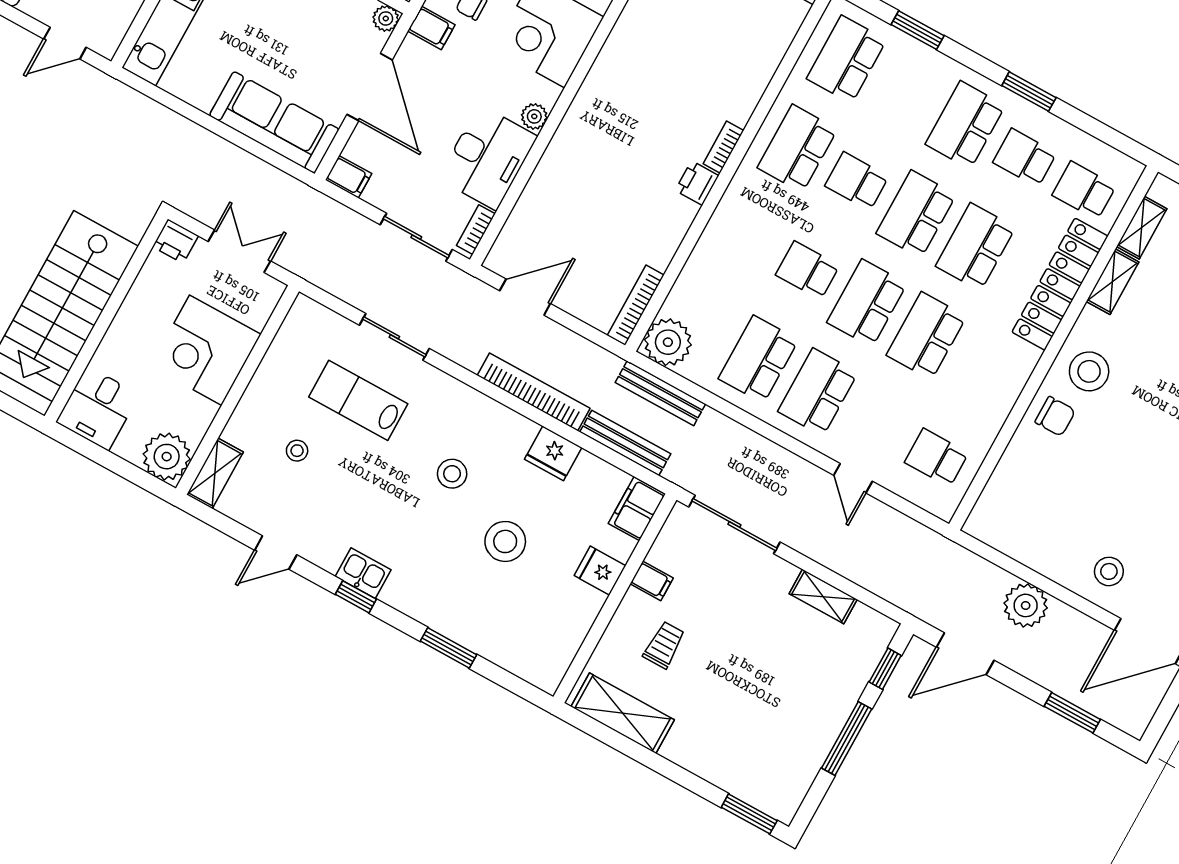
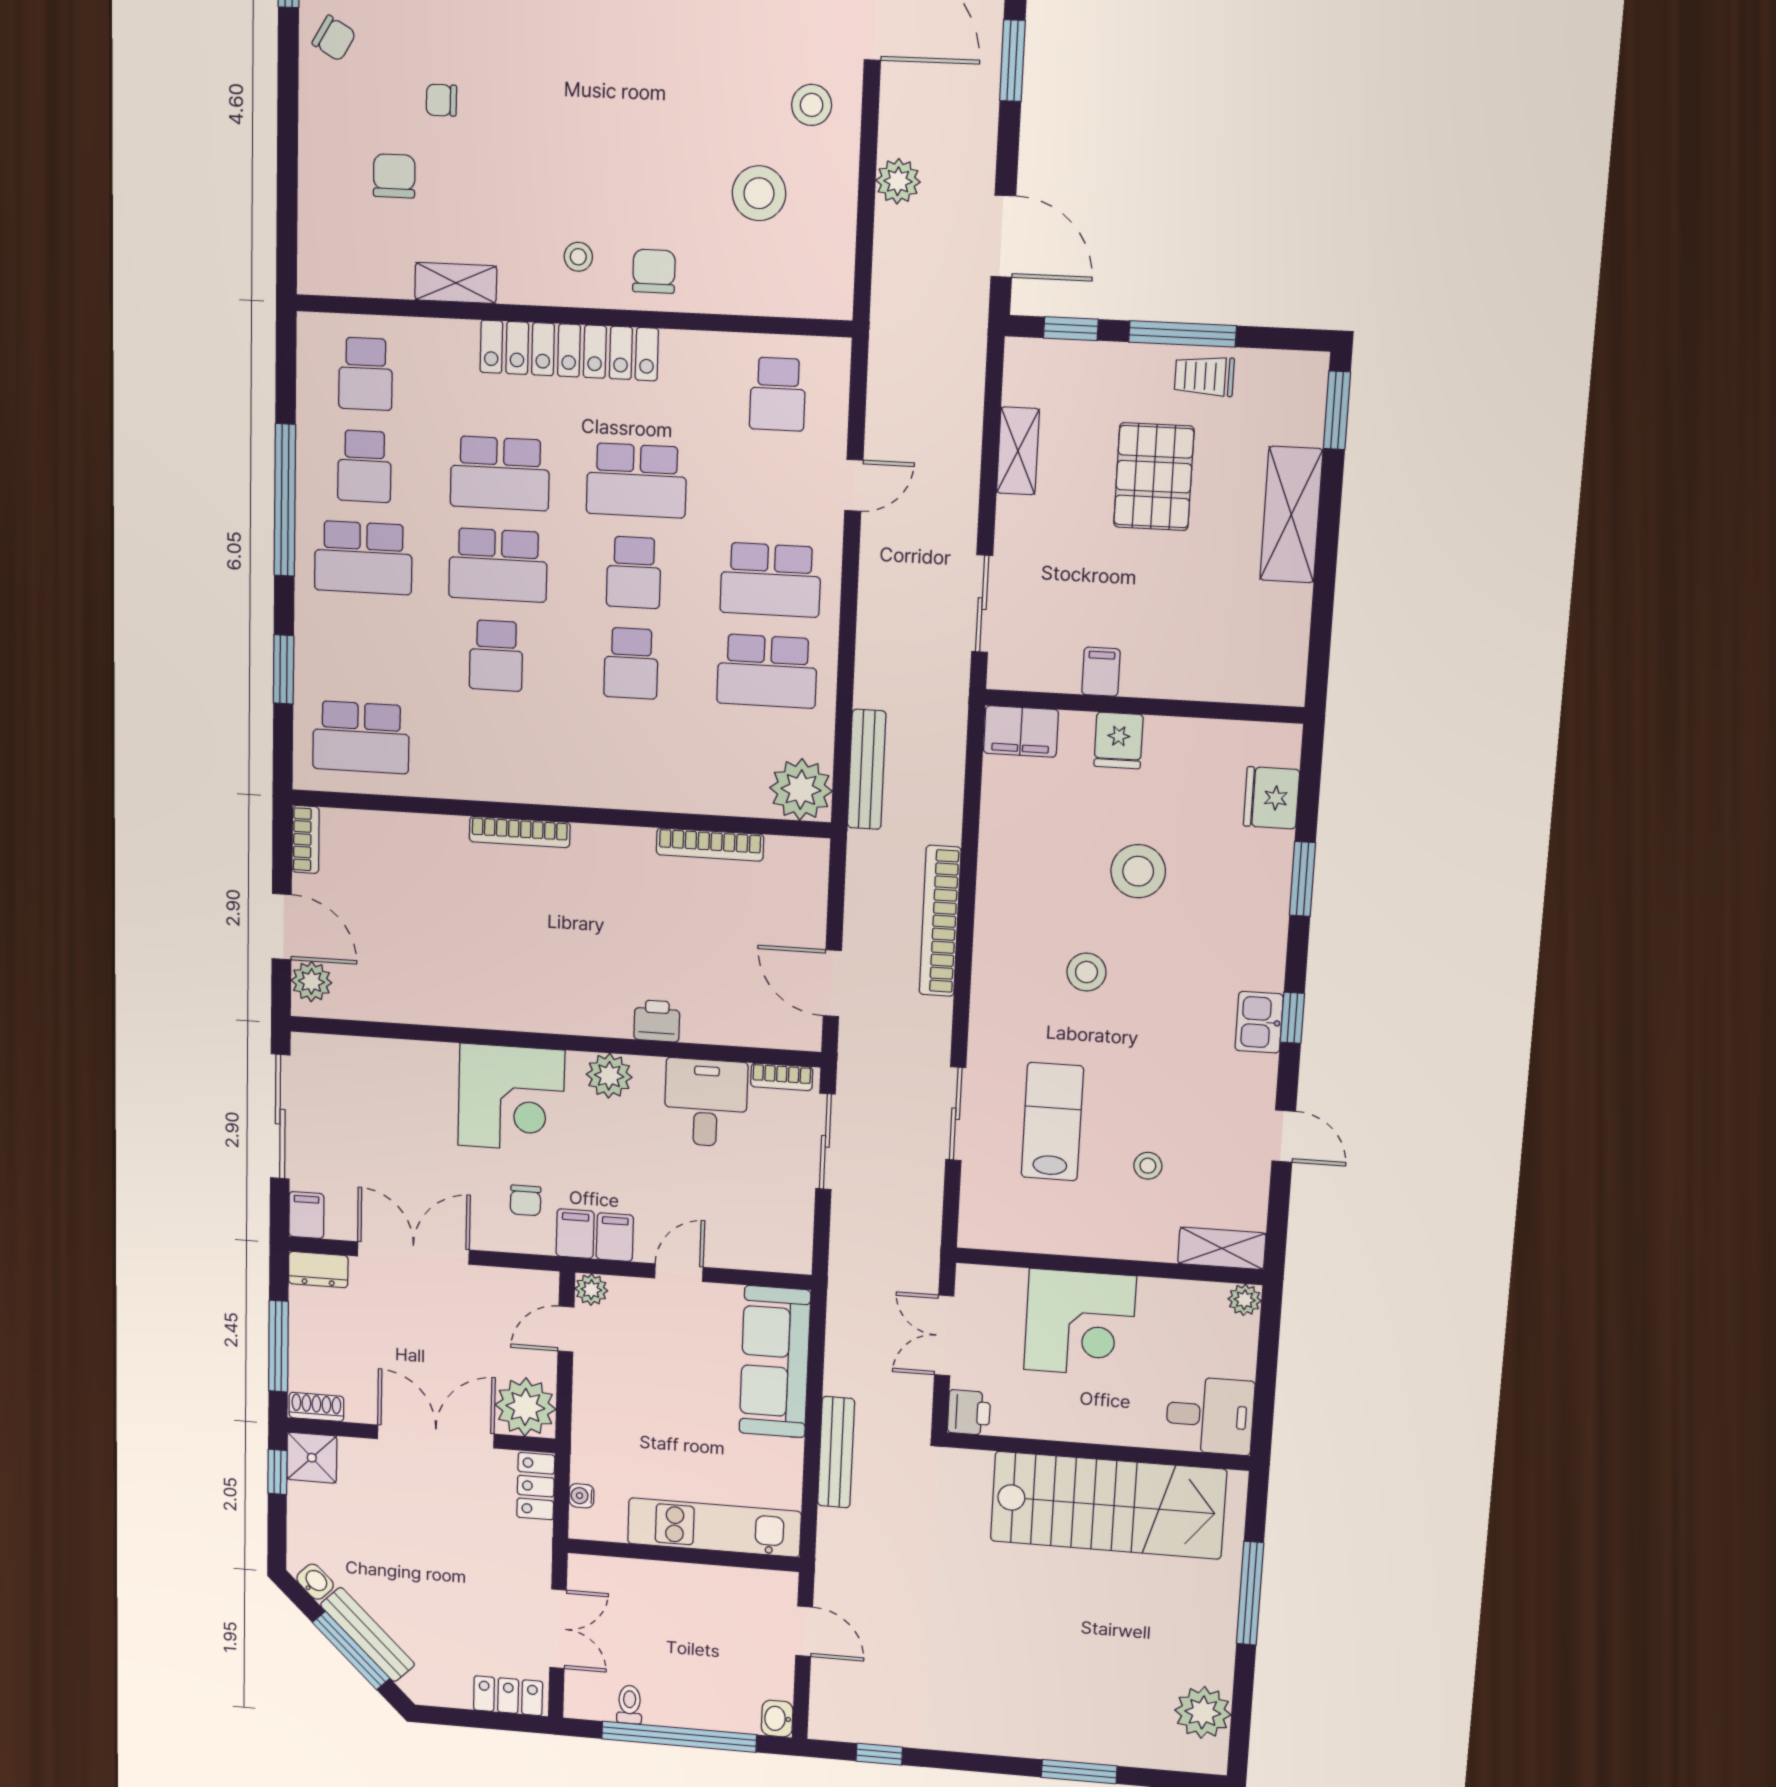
door: (370, 87) -> (679, 1273), width x0.53
window: (1029, 92) -> (285, 500), width x2.11
plant: (534, 116) -> (609, 1076), width x1.38, depth x1.38
bookcase: (723, 147) -> (520, 832), width x1.56
school desk: (797, 148) -> (494, 745), removed
desk: (488, 157) -> (706, 1103), width x0.73
filing cabinet: (349, 177) -> (615, 1237), moved
printer: (697, 183) -> (657, 1021), moved, turned 180
shelving: (1142, 228) -> (373, 280), removed
locker: (1060, 284) -> (569, 350), moved
school desk: (867, 303) -> (634, 572), width x0.54
bookcase: (636, 305) -> (710, 845), moved
stool: (1089, 371) -> (578, 257), width x0.53, depth x0.53
lab bench: (358, 400) -> (1052, 1122), turned 180
bench: (625, 443) -> (836, 1452), moved
fridge: (553, 453) -> (1271, 798), moved, turned 180
plant: (167, 457) -> (1245, 1300), width x0.53, depth x0.53
stool: (1071, 510) -> (759, 193), added
sliding door: (734, 525) -> (982, 604), width x0.73
plant: (1026, 605) -> (898, 181), width x0.73, depth x0.73
trolley: (664, 645) -> (1204, 376), moved
pallet: (763, 677) -> (1154, 477), added
shelving: (623, 713) -> (1291, 515), moved

